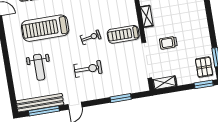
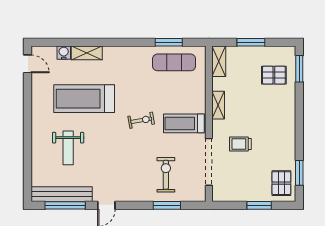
exercise bike: (88, 69) -> (166, 175), moved, turned -90
shelving: (165, 83) -> (227, 195), removed
window: (204, 84) -> (259, 205), moved

